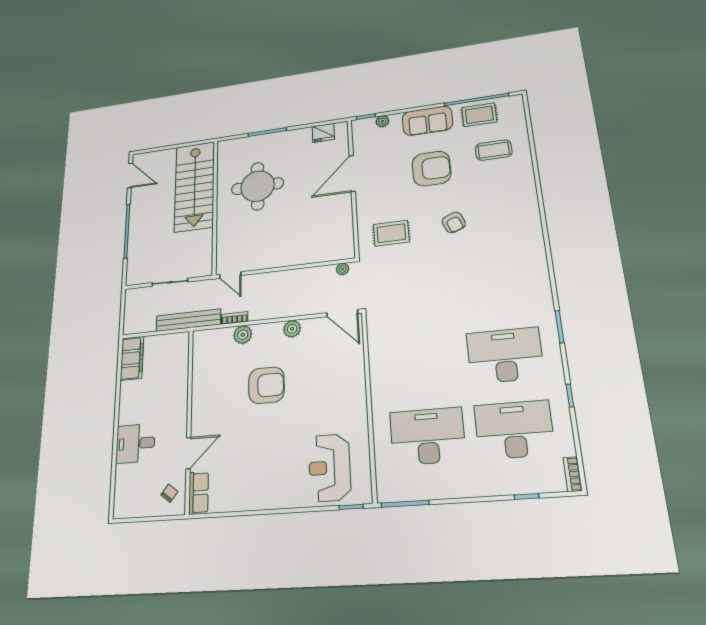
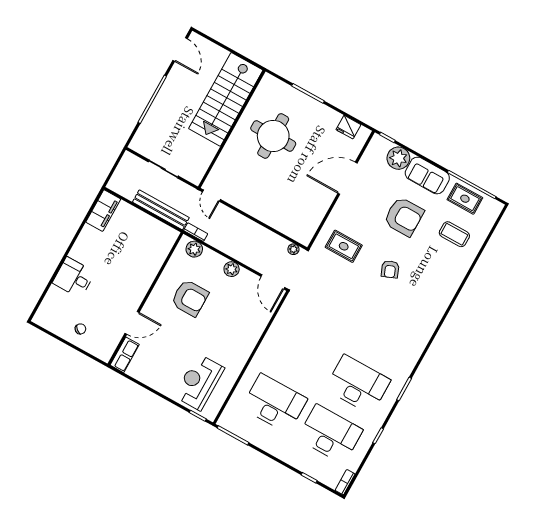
plant: (382, 121) -> (398, 158), width x1.87, depth x1.87
wall: (189, 419) -> (145, 299), moved
door: (188, 453) -> (132, 323), moved
row of seats: (199, 493) -> (125, 355), moved

